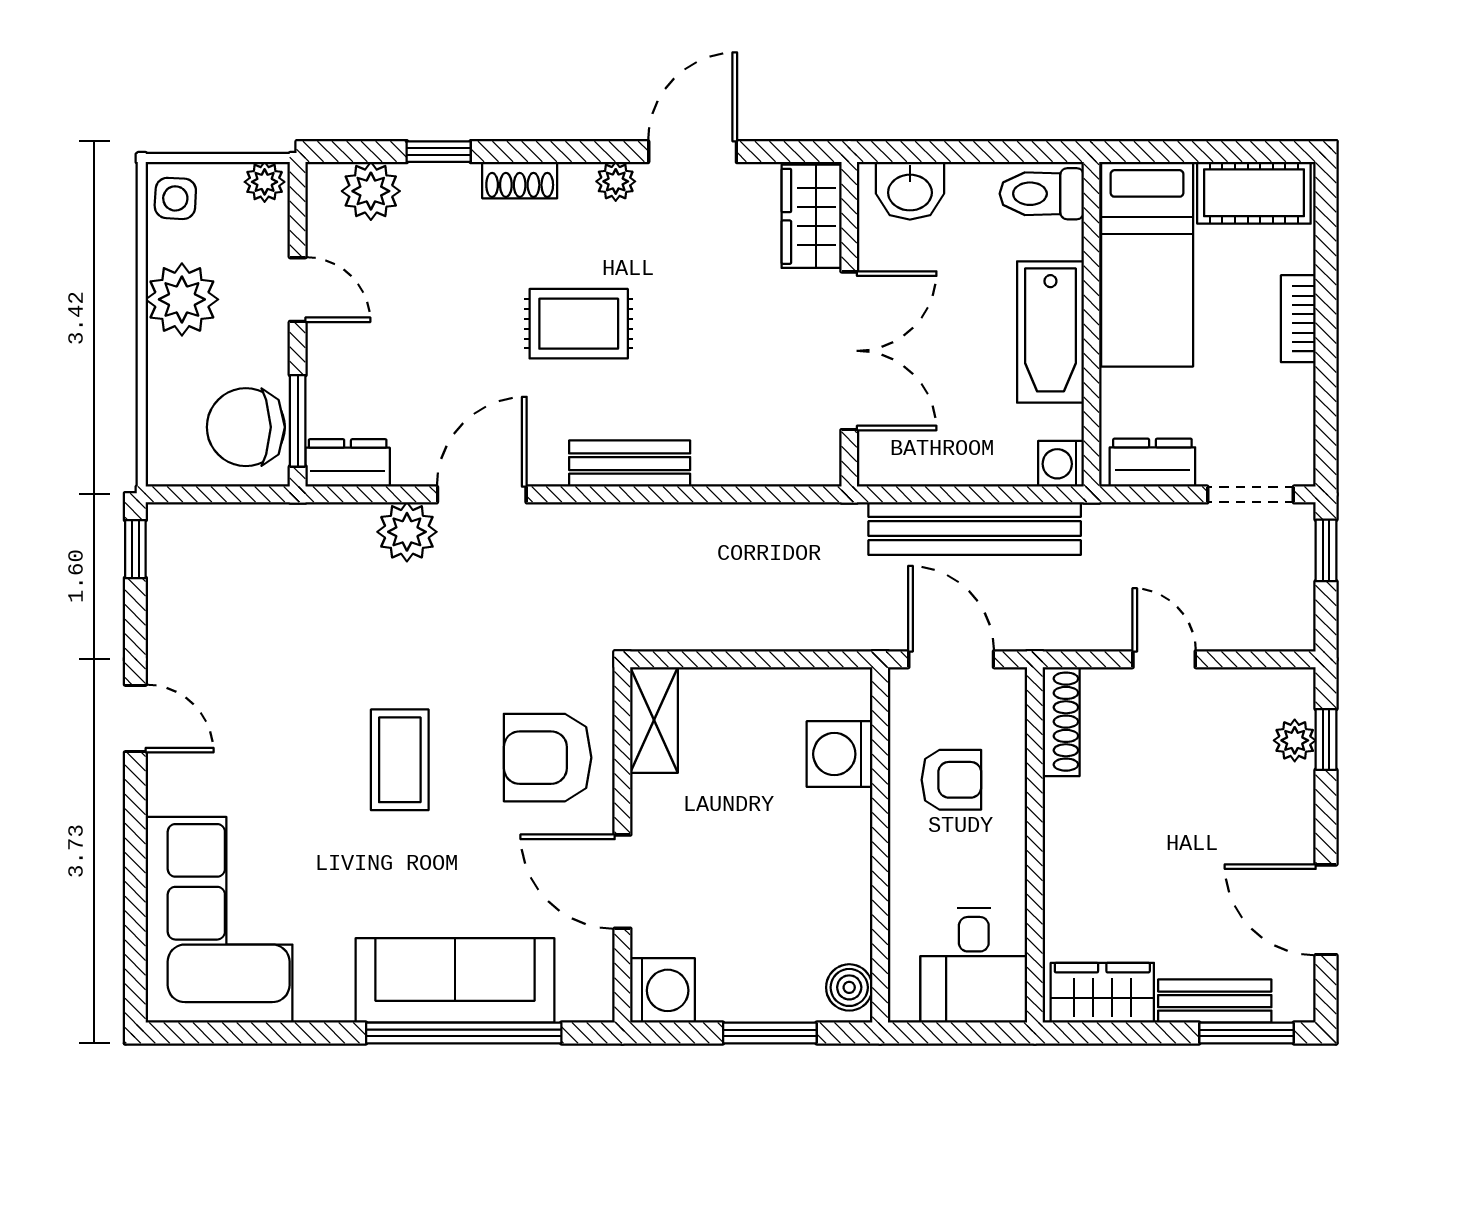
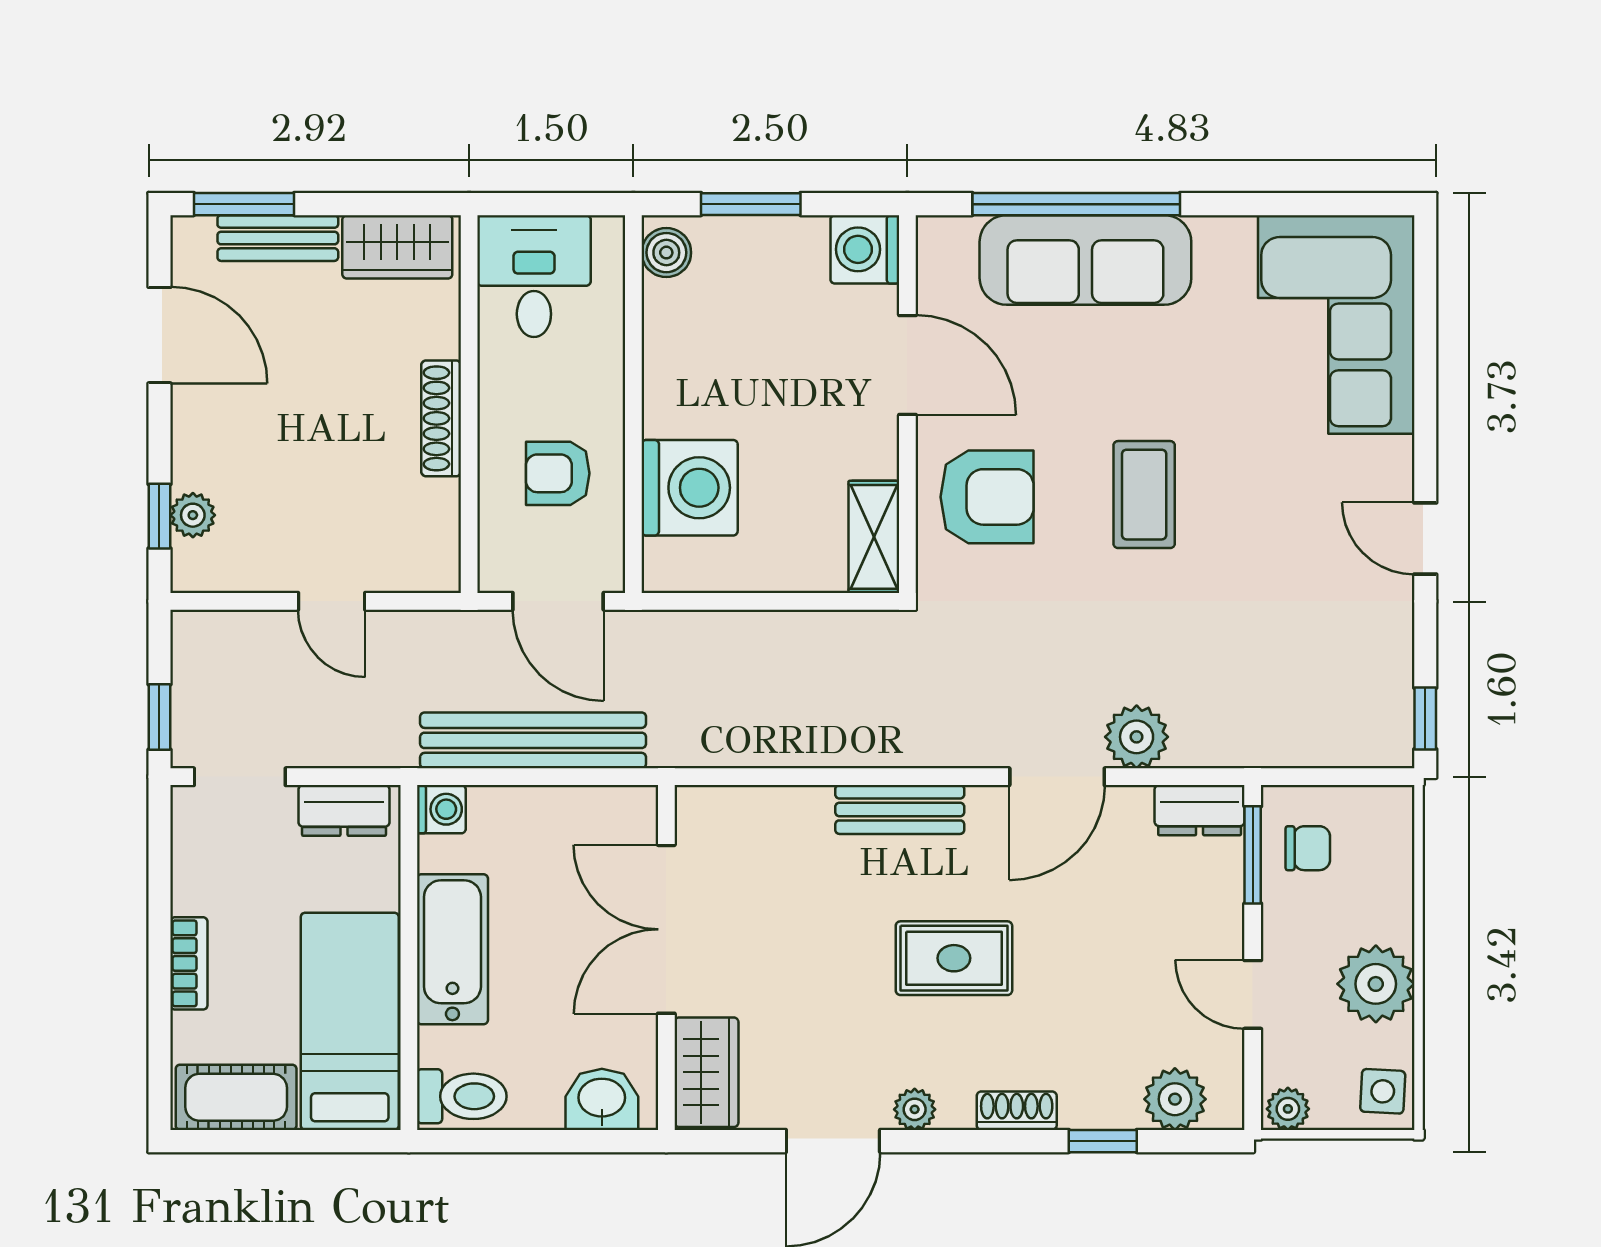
chair: (246, 427) -> (1308, 848), width x0.54, depth x0.54
shoe rack: (1061, 722) -> (441, 418), moved
washing machine: (840, 754) -> (690, 488), width x1.37, depth x1.37

